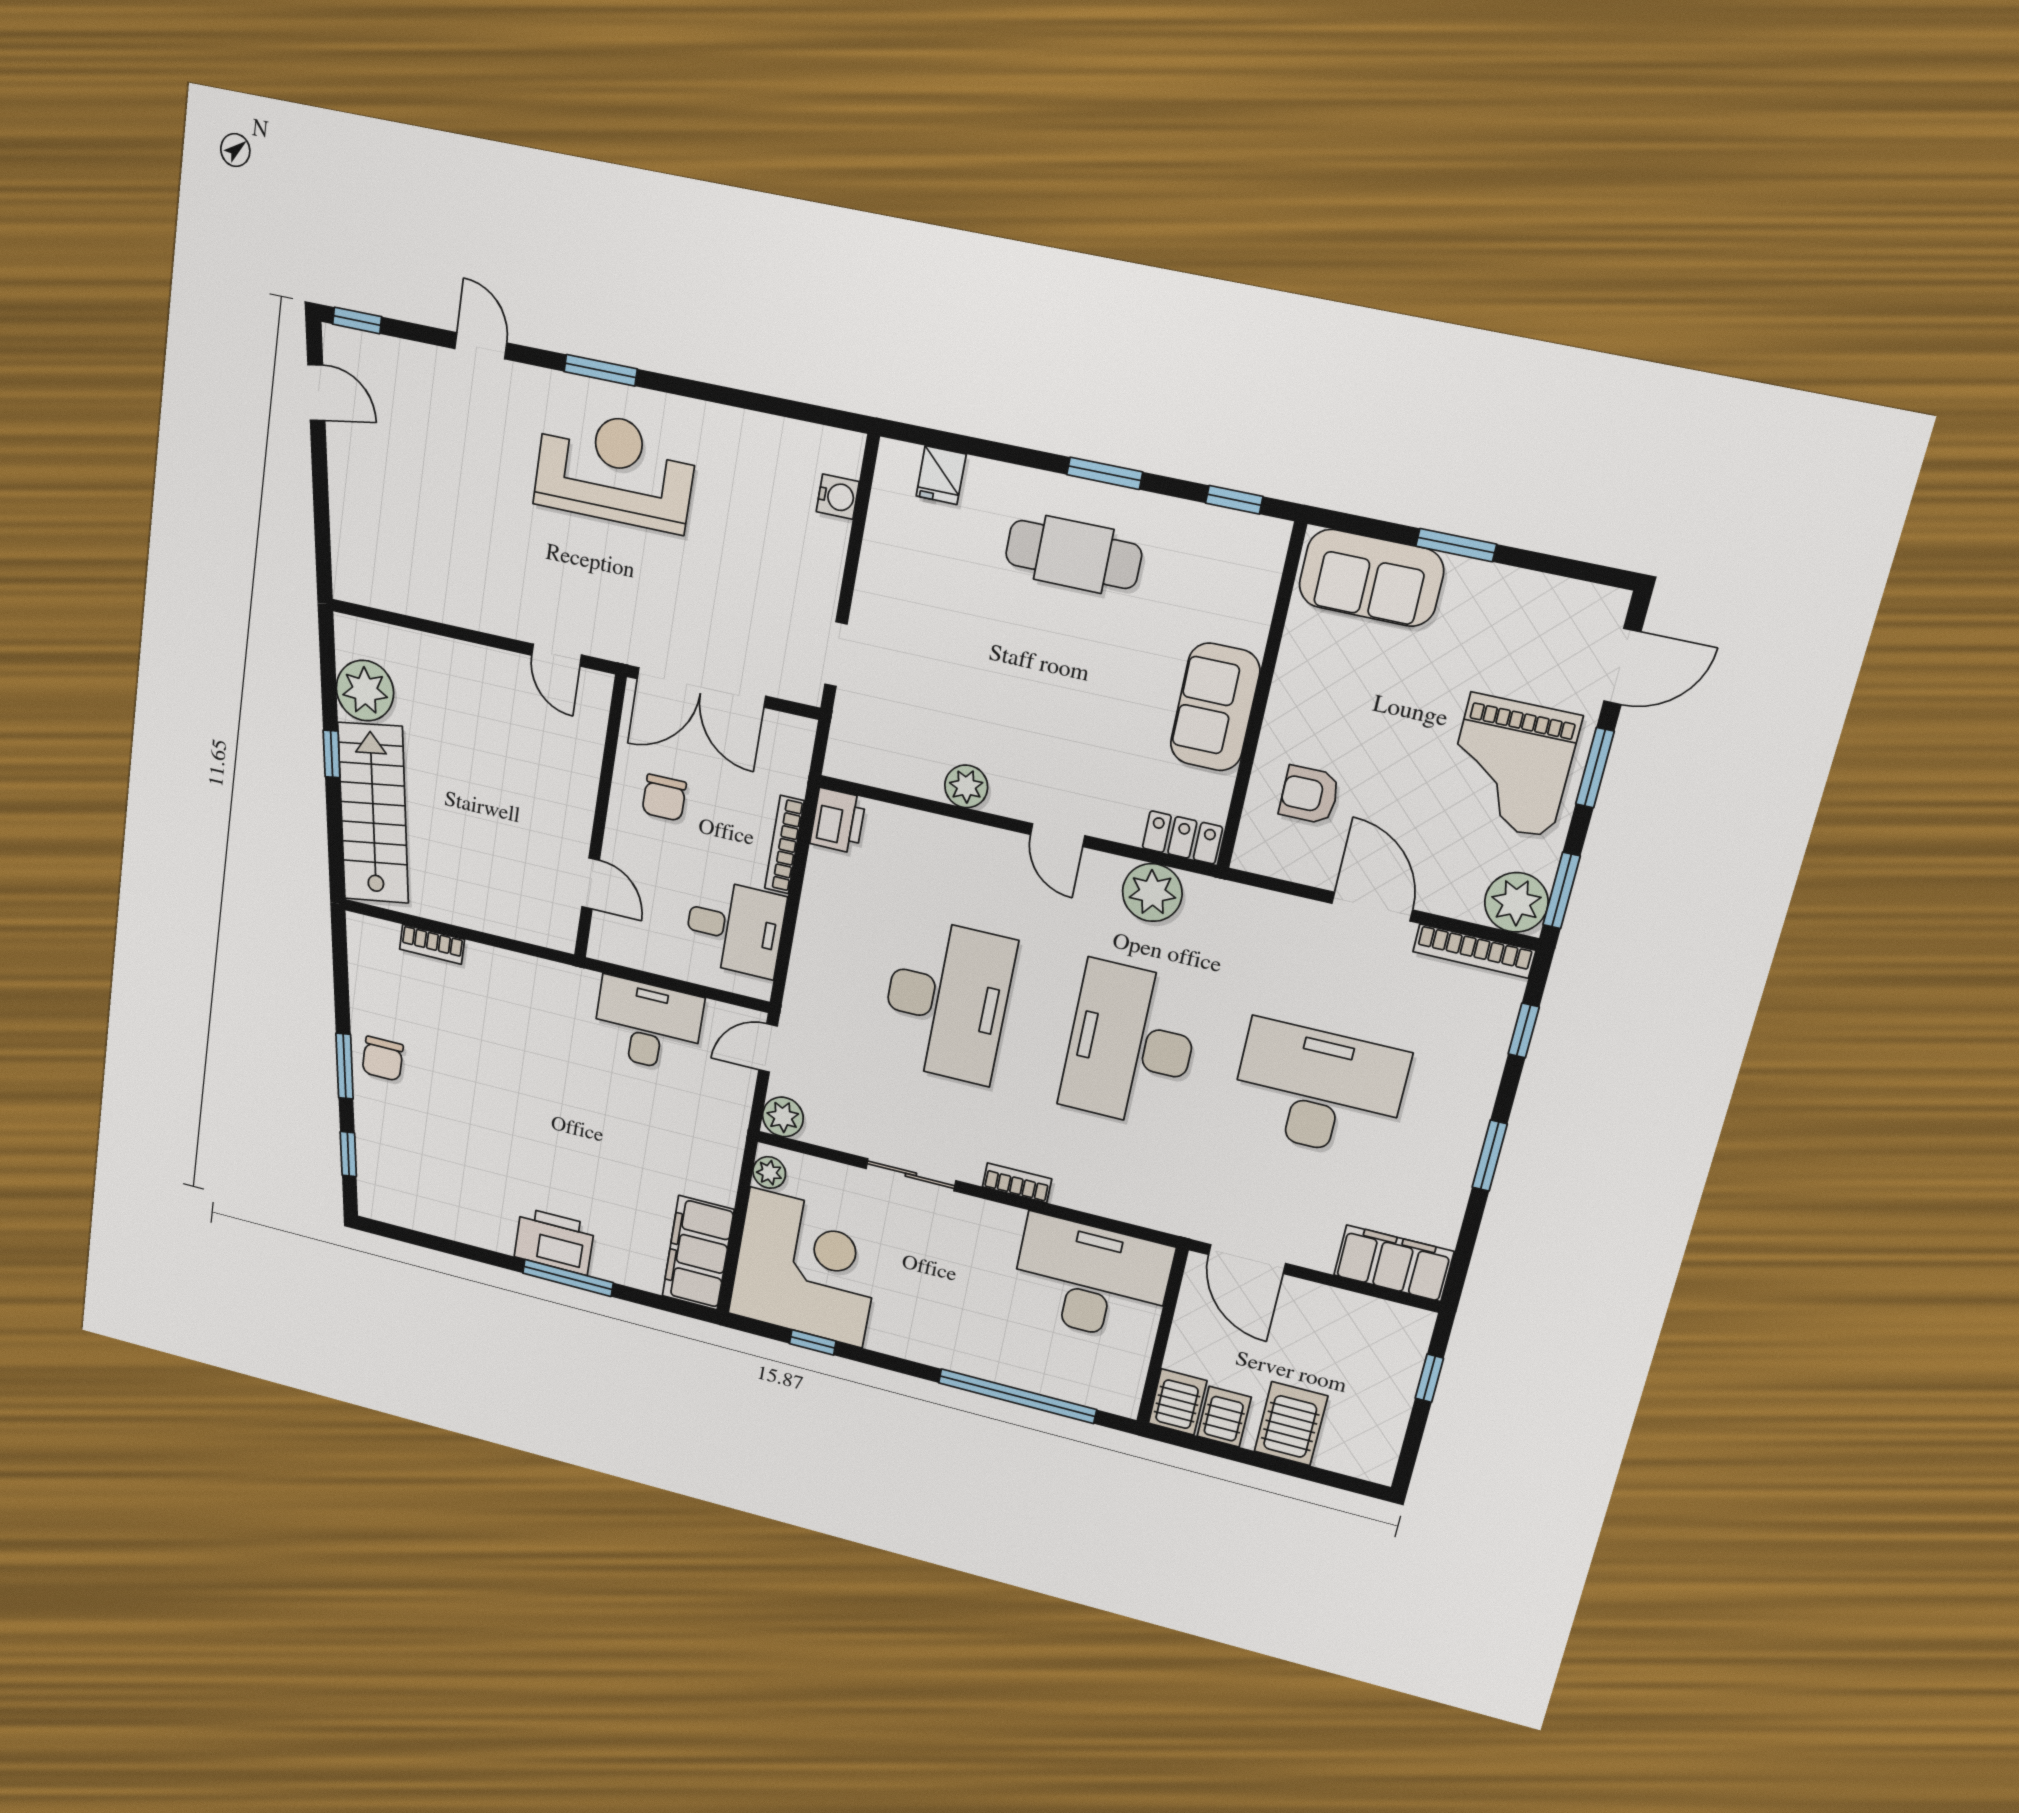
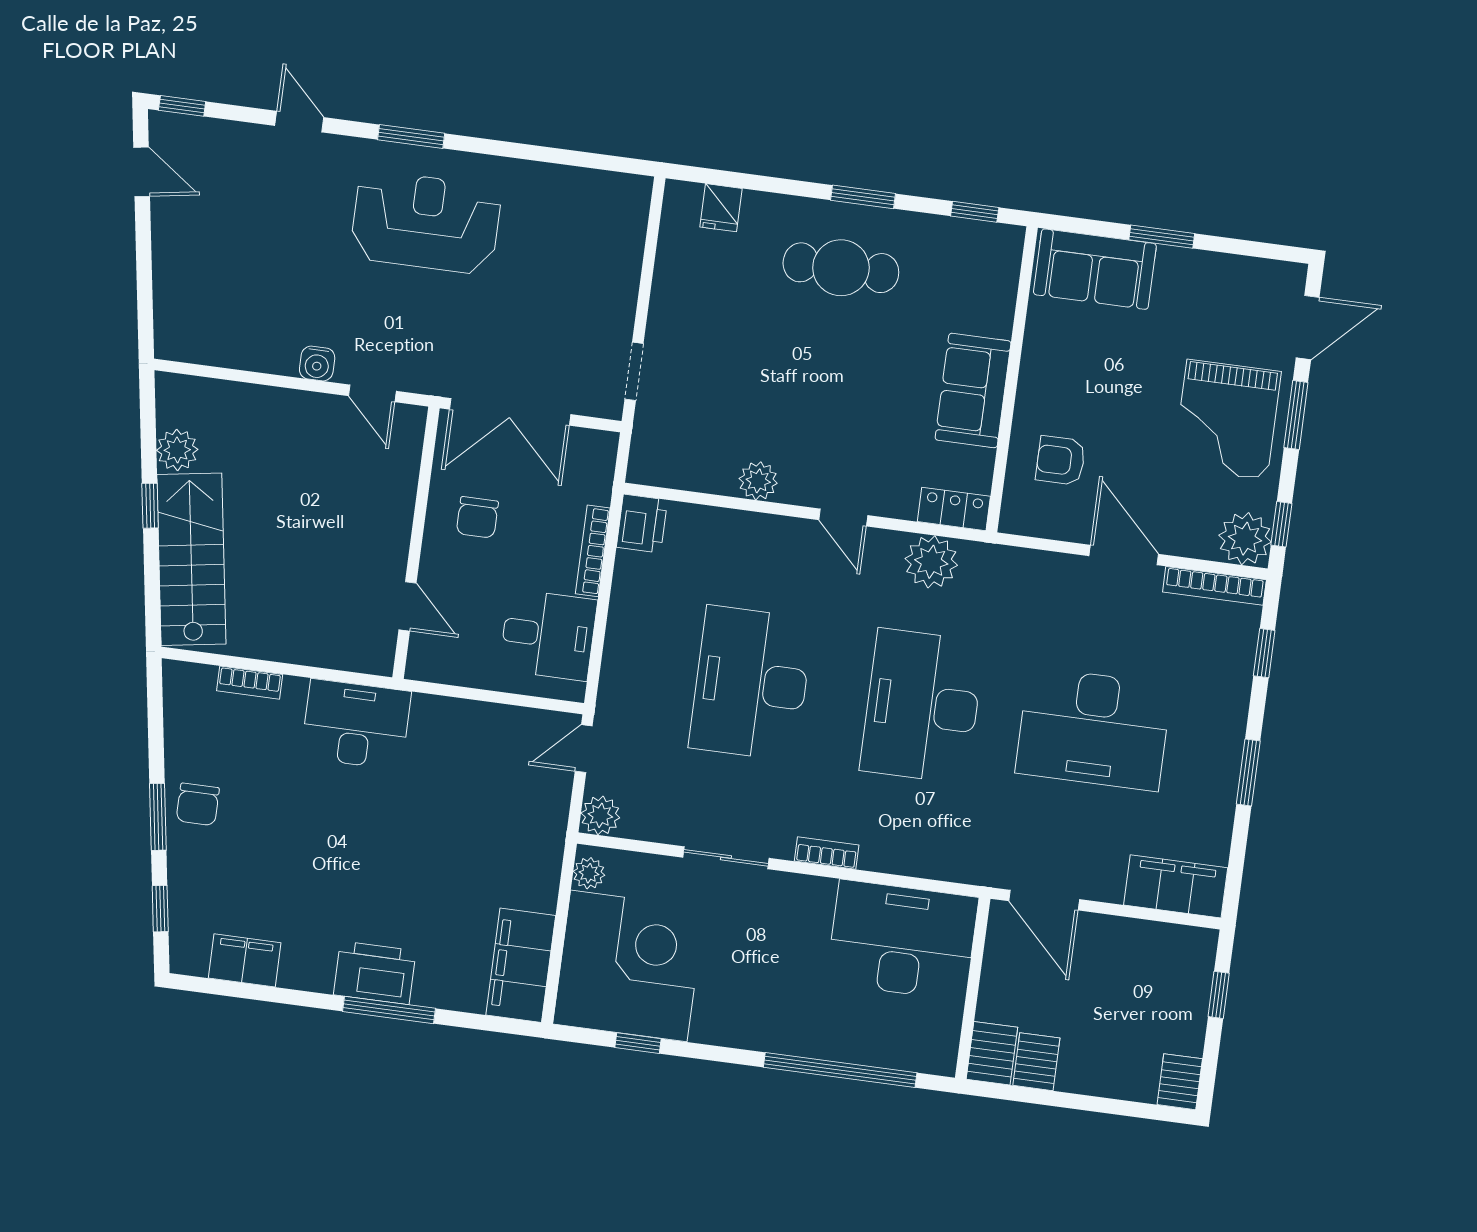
water cooler: (838, 497) -> (317, 364), moved, turned 90
plant: (365, 691) -> (177, 450), width x0.73, depth x0.73
window: (1562, 891) -> (1281, 524), width x0.67
desk: (947, 1001) -> (751, 683), turned 180
desk: (648, 1025) -> (356, 724), moved
desk: (1319, 1090) -> (1093, 729), turned 180
filing cabinet: (429, 1213) -> (245, 960), added
server rack: (1291, 1424) -> (1180, 1082), moved, width x0.73, depth x0.70

